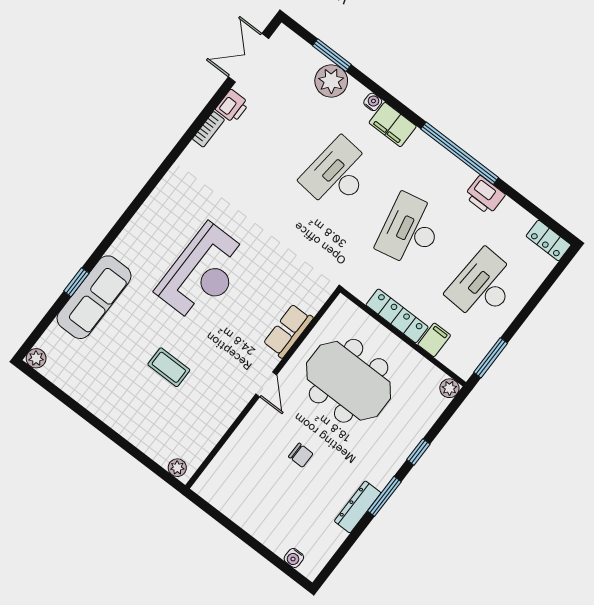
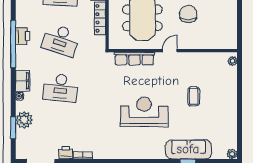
printer: (485, 195) -> (23, 36), moved
desk: (410, 230) -> (61, 40), turned 30
row of seats: (288, 331) -> (134, 59), width x1.48
chair: (301, 455) -> (188, 14), width x1.87, depth x1.87

